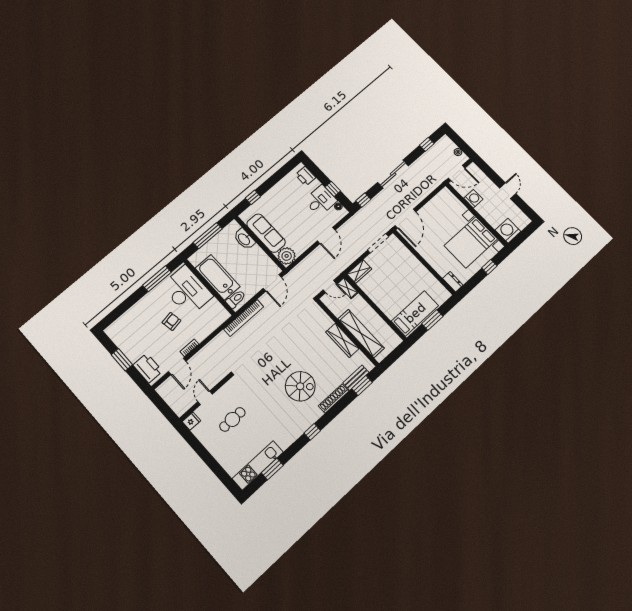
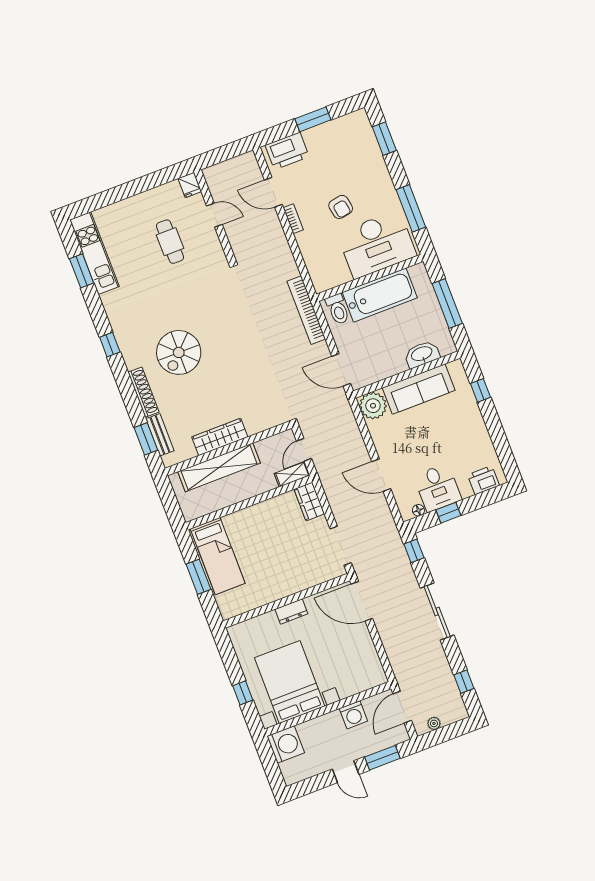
window: (490, 173) -> (382, 758), added
dresser: (453, 282) -> (291, 611), moved
window: (119, 311) -> (384, 139), added

